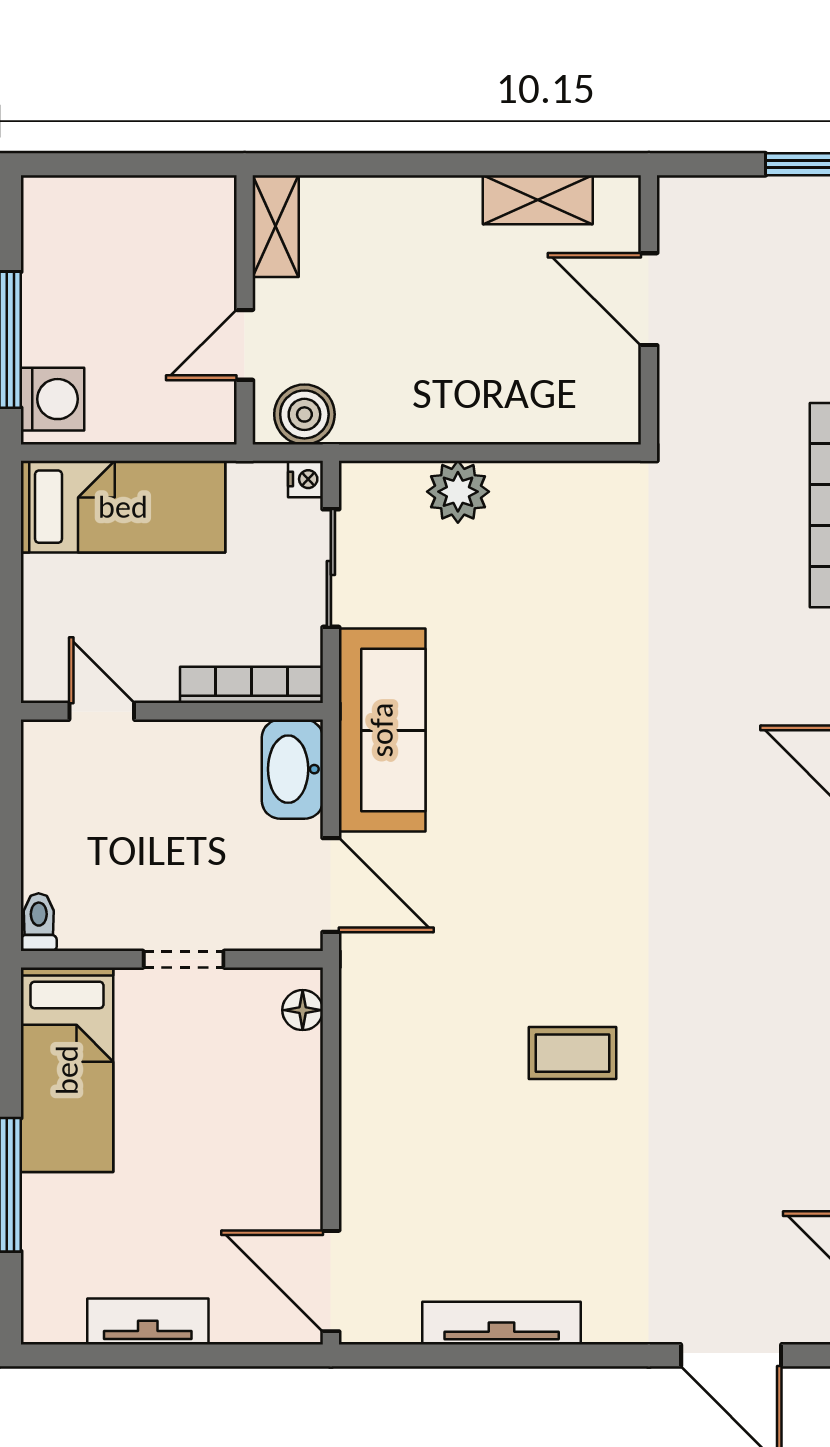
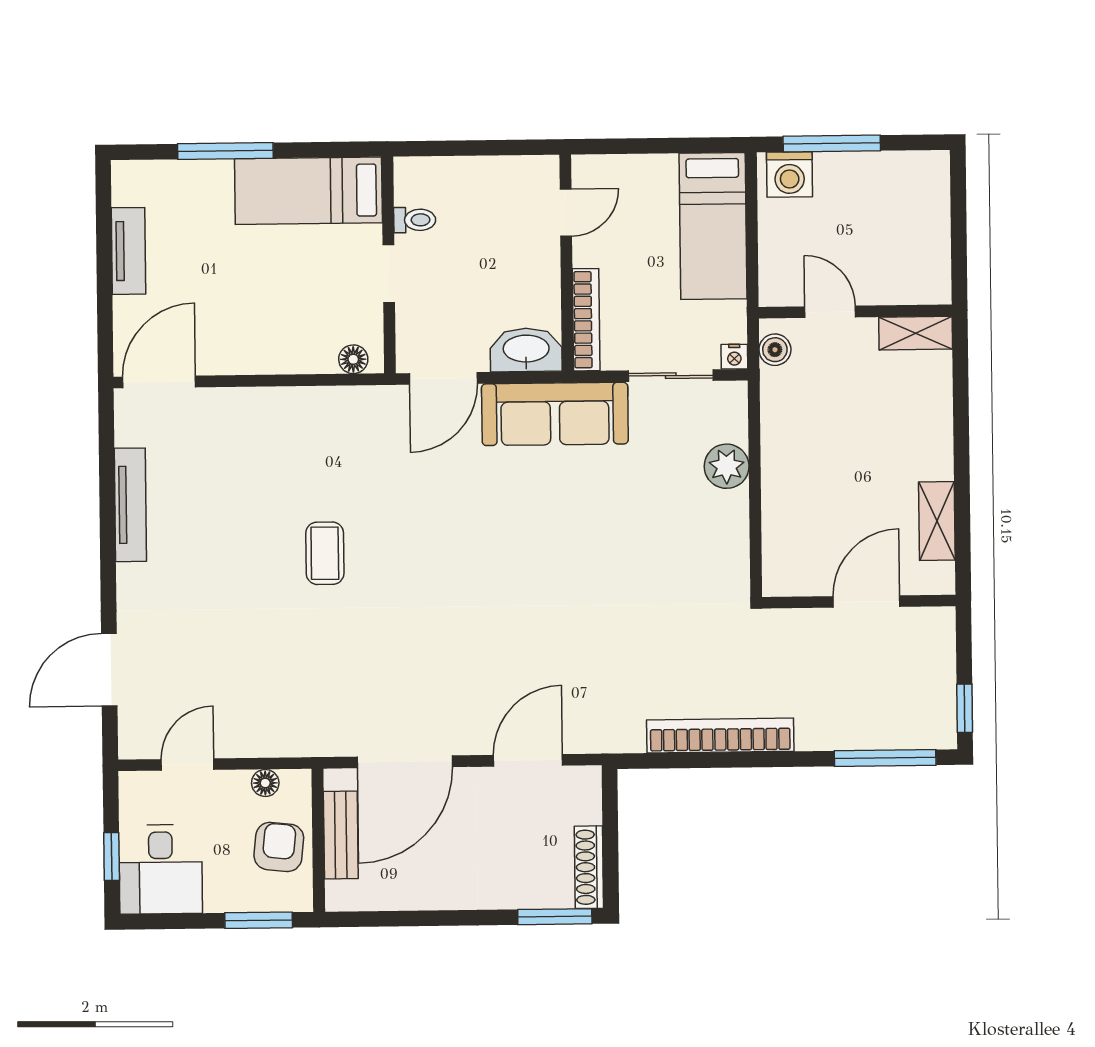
boiler: (304, 414) -> (775, 350), width x0.73, depth x0.73
toilet: (39, 922) -> (415, 220), moved

